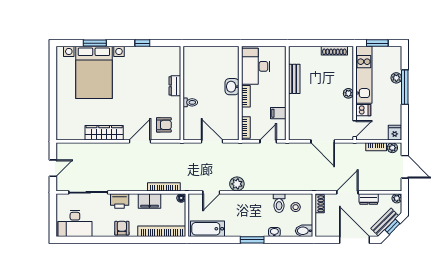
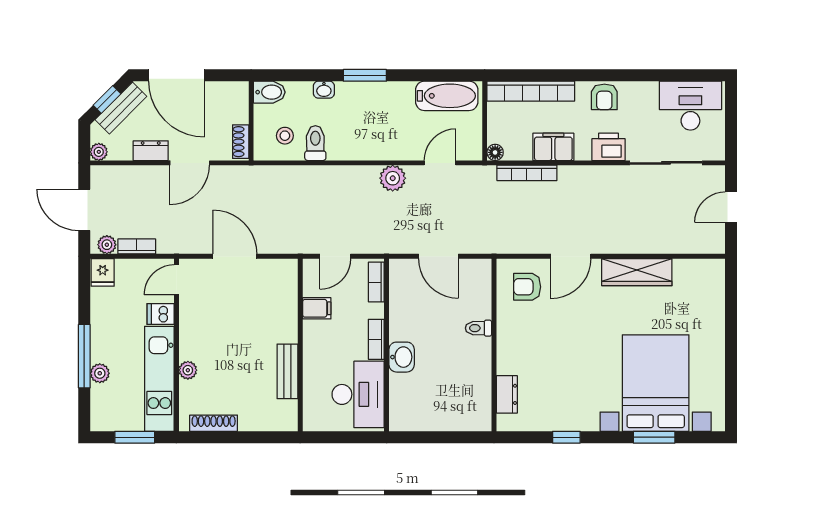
dresser: (175, 86) -> (507, 394), moved
plant: (348, 93) -> (188, 370), moved

